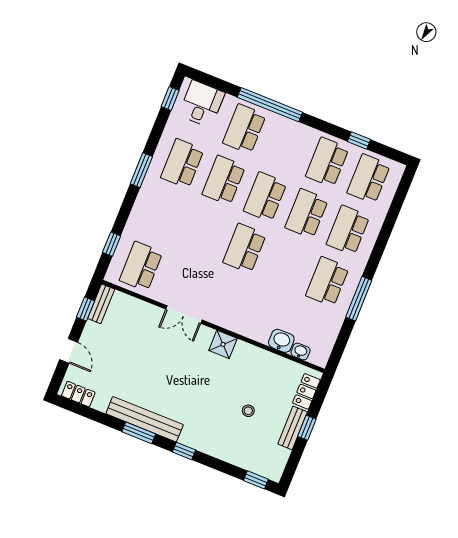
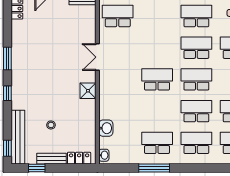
washbasin: (300, 351) -> (104, 155), moved
bench: (145, 419) -> (18, 137), moved
window: (307, 428) -> (37, 168), moved

